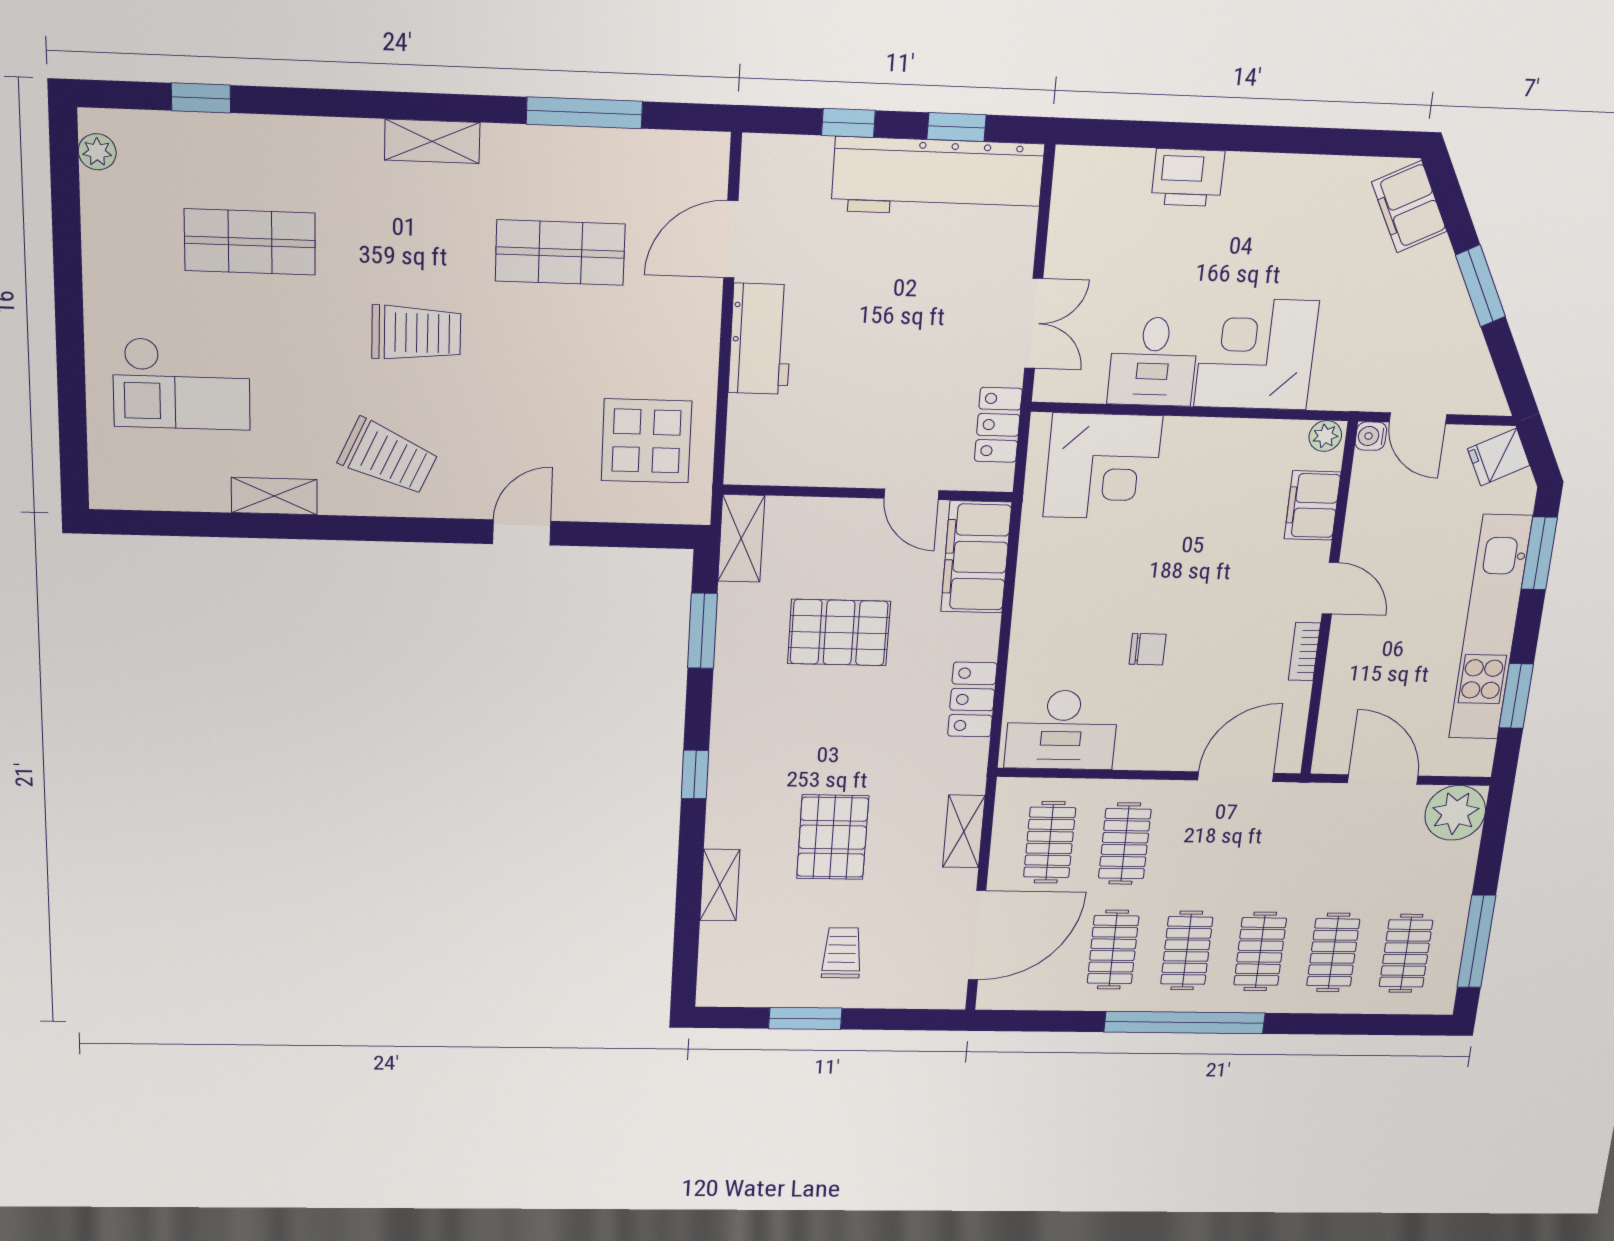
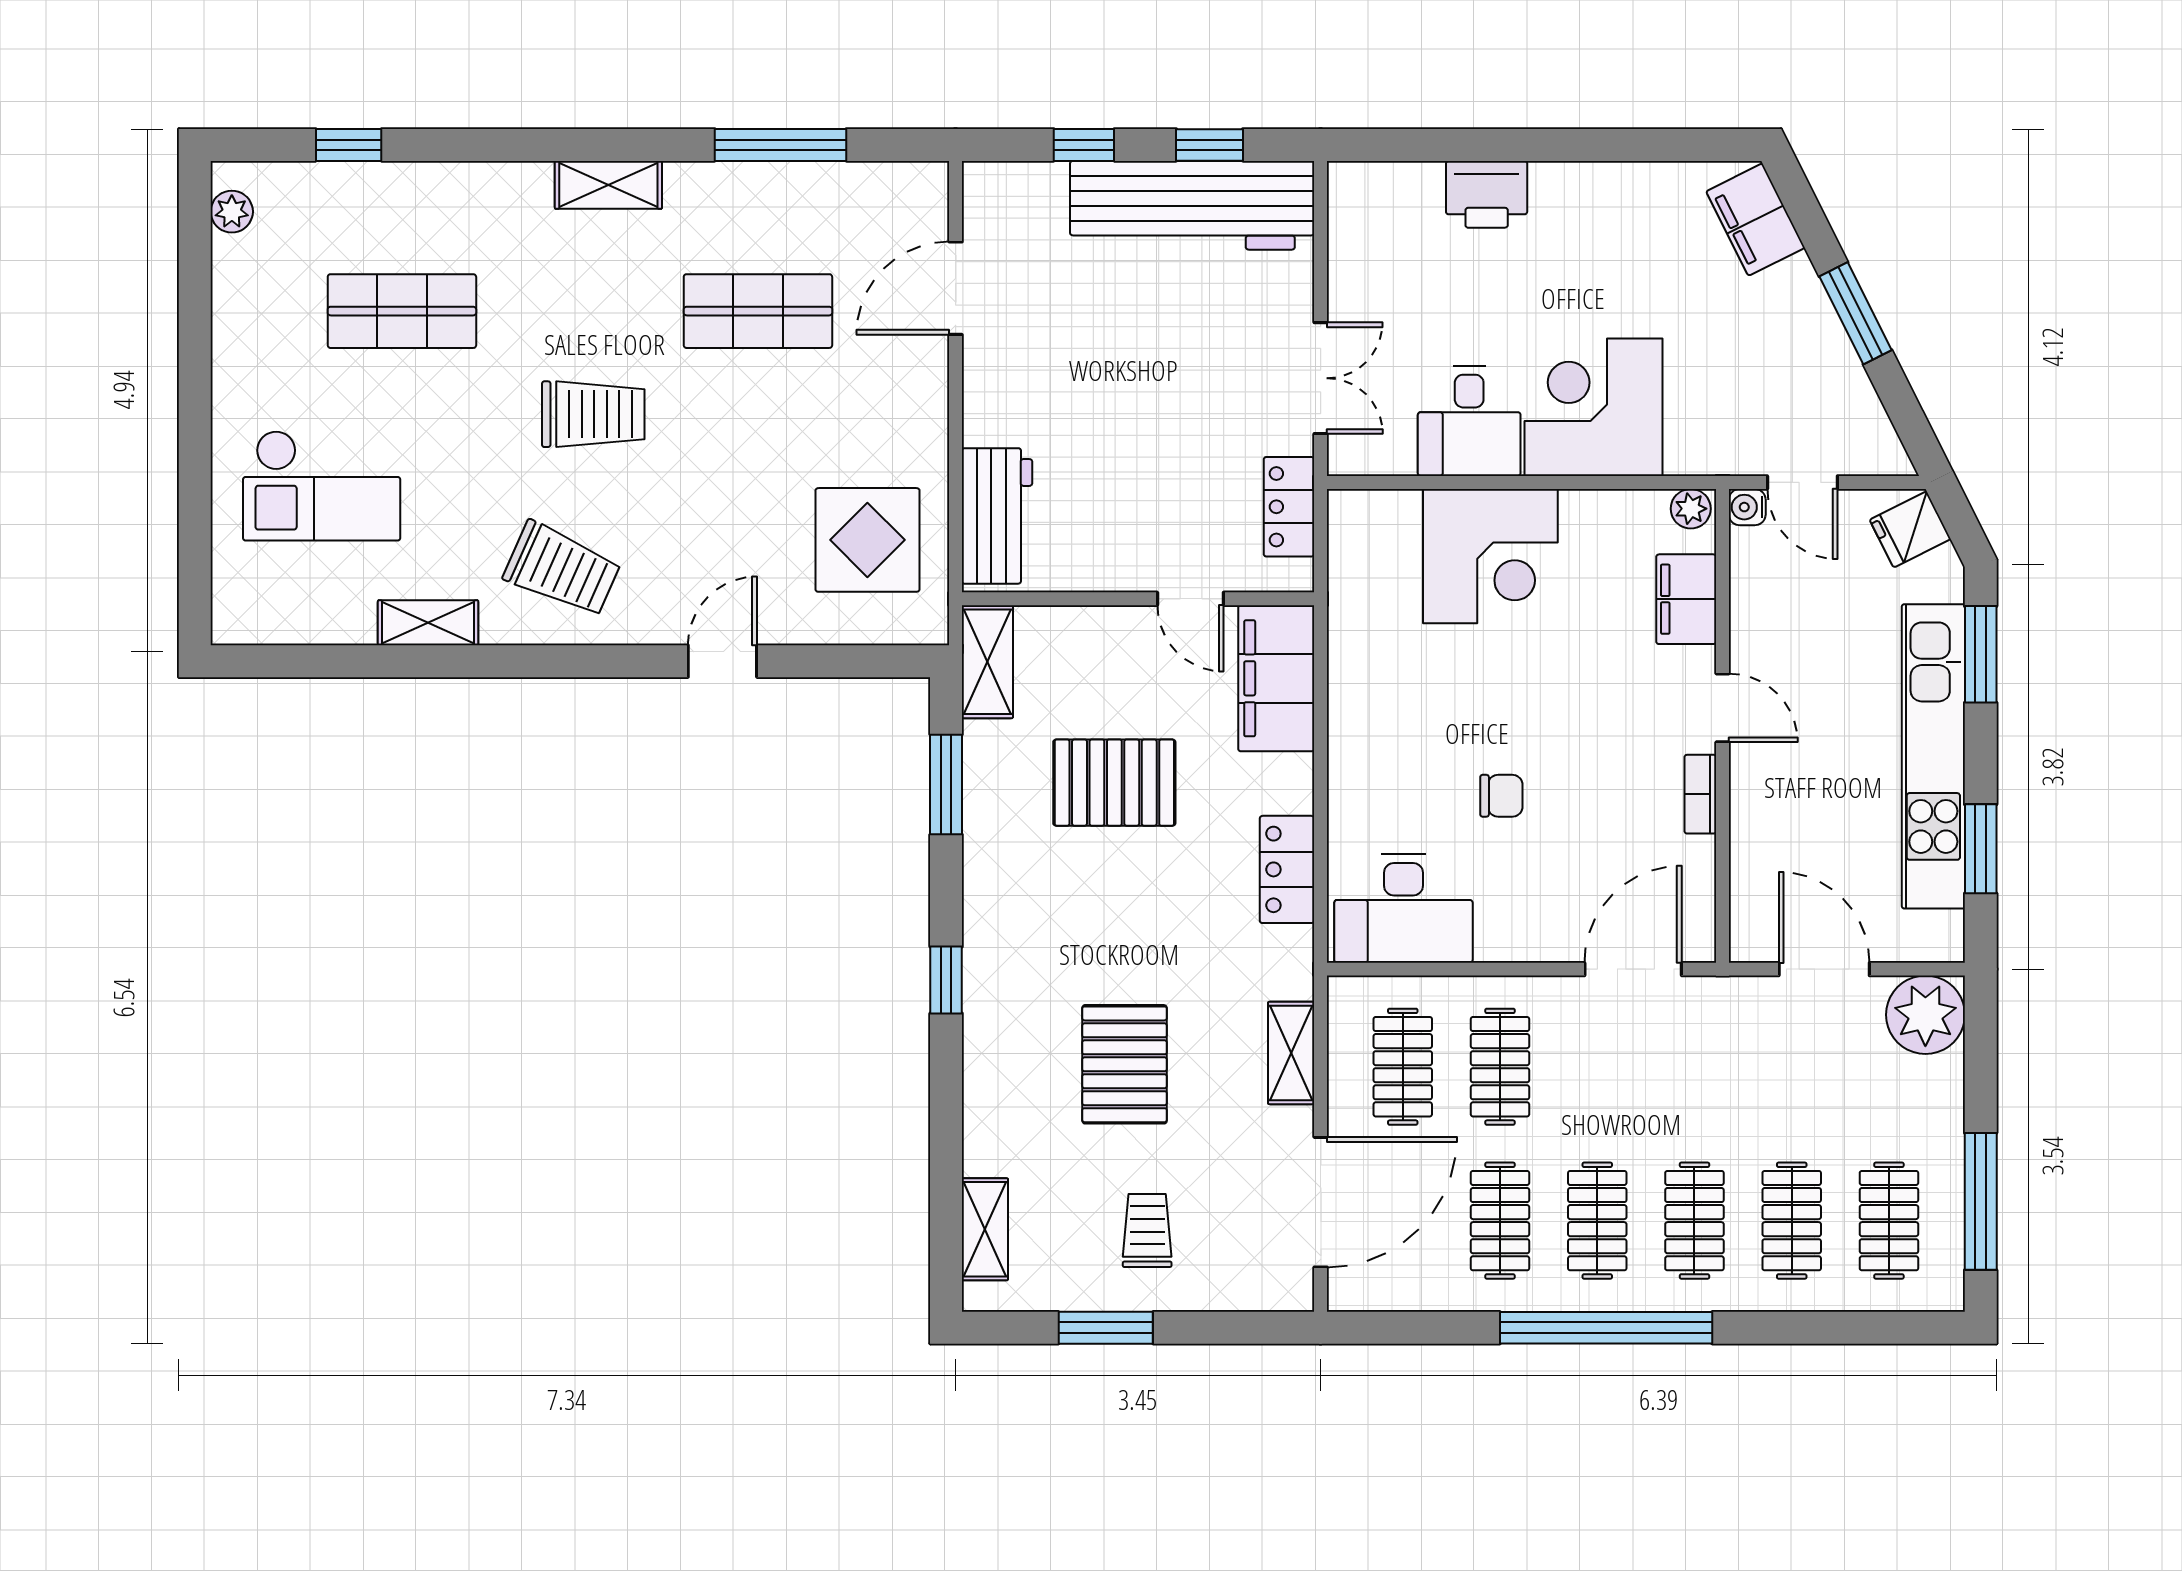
workbench: (761, 339) -> (997, 516), moved
corner desk: (1103, 466) -> (1490, 556), moved
shelving: (720, 885) -> (985, 1229), moved

